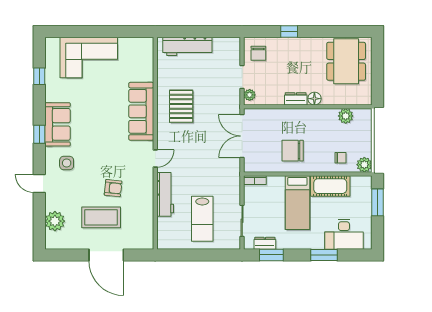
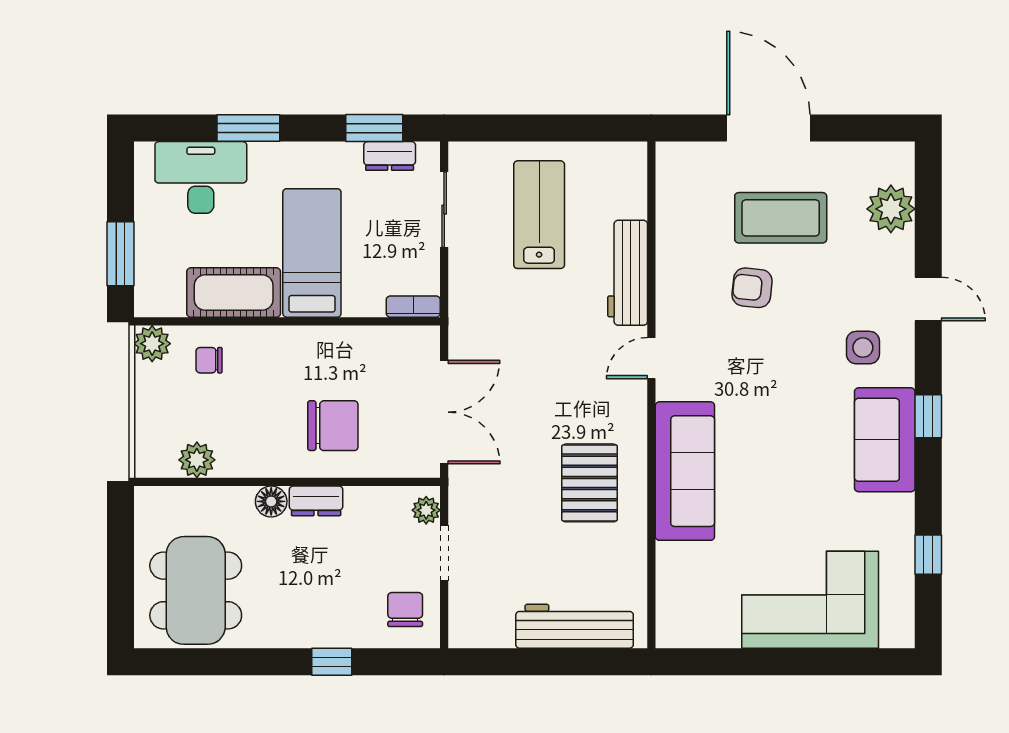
chair: (293, 151) -> (333, 426), moved

